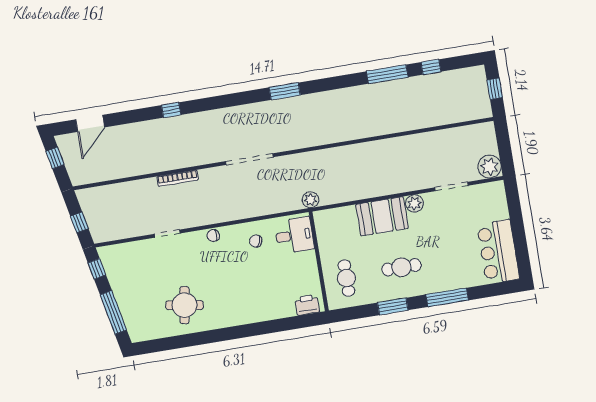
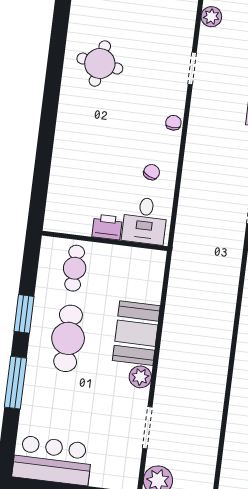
plant: (310, 200) -> (211, 17), moved
cafe table: (401, 267) -> (68, 338), width x1.37, depth x1.35
cafe table: (346, 278) -> (75, 268), turned 90
printer: (307, 305) -> (107, 227), moved, turned -90

